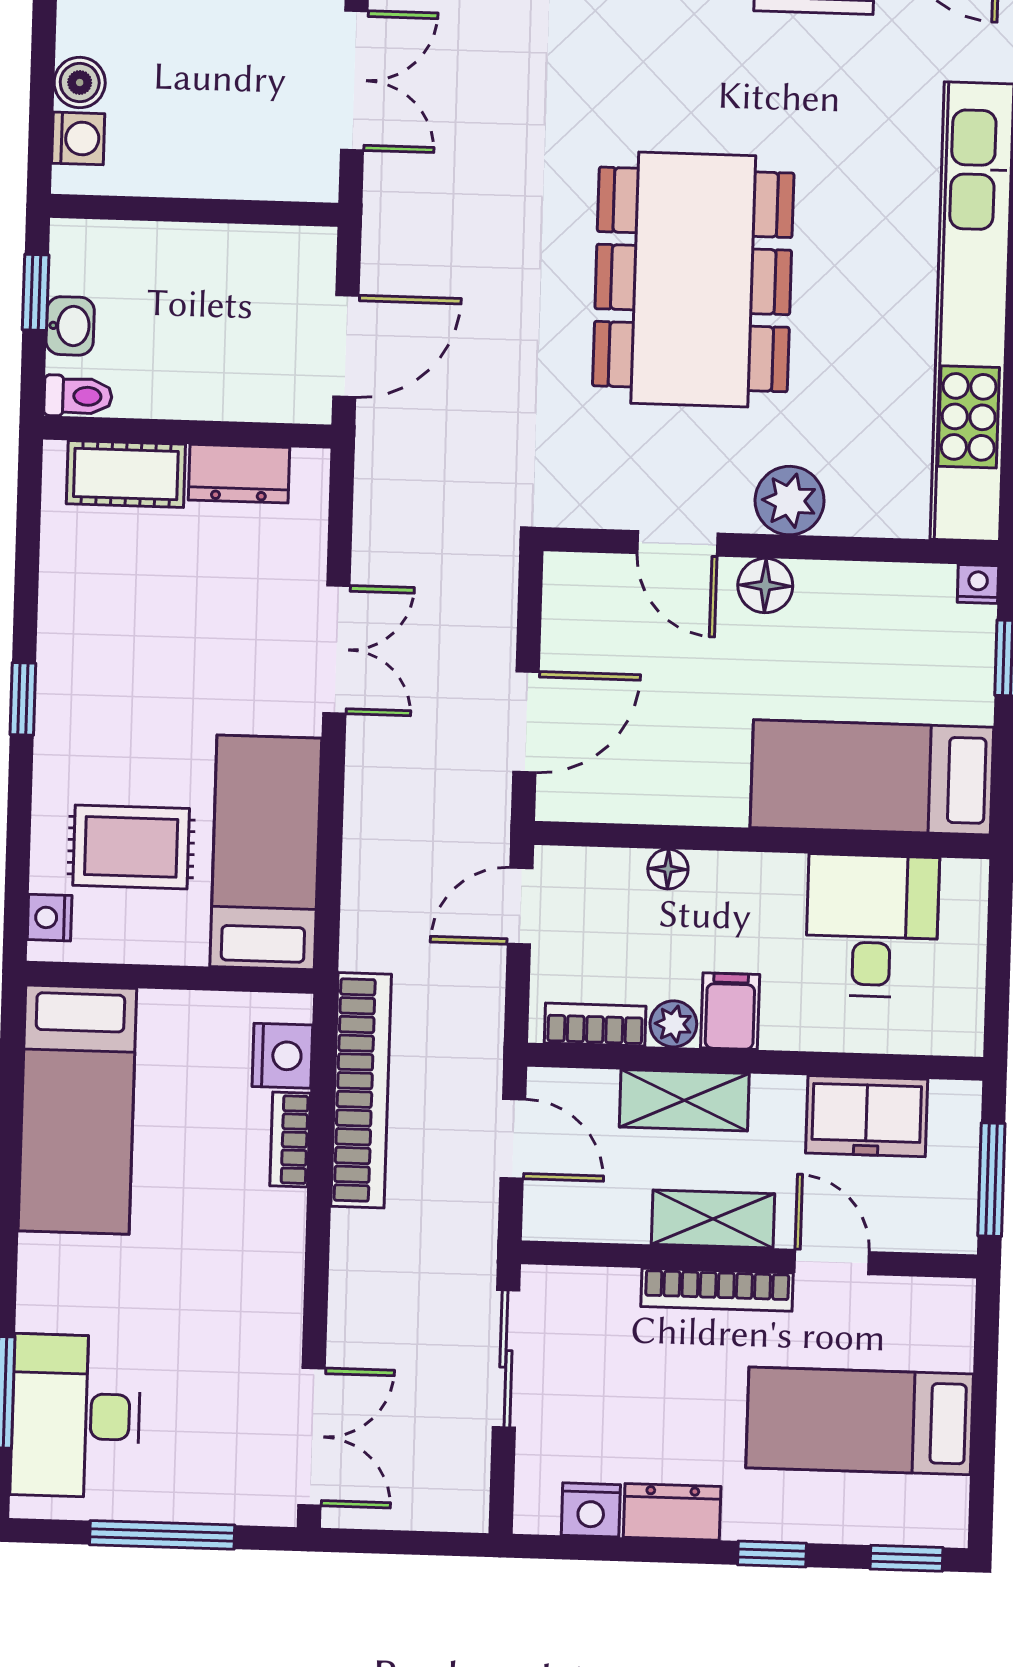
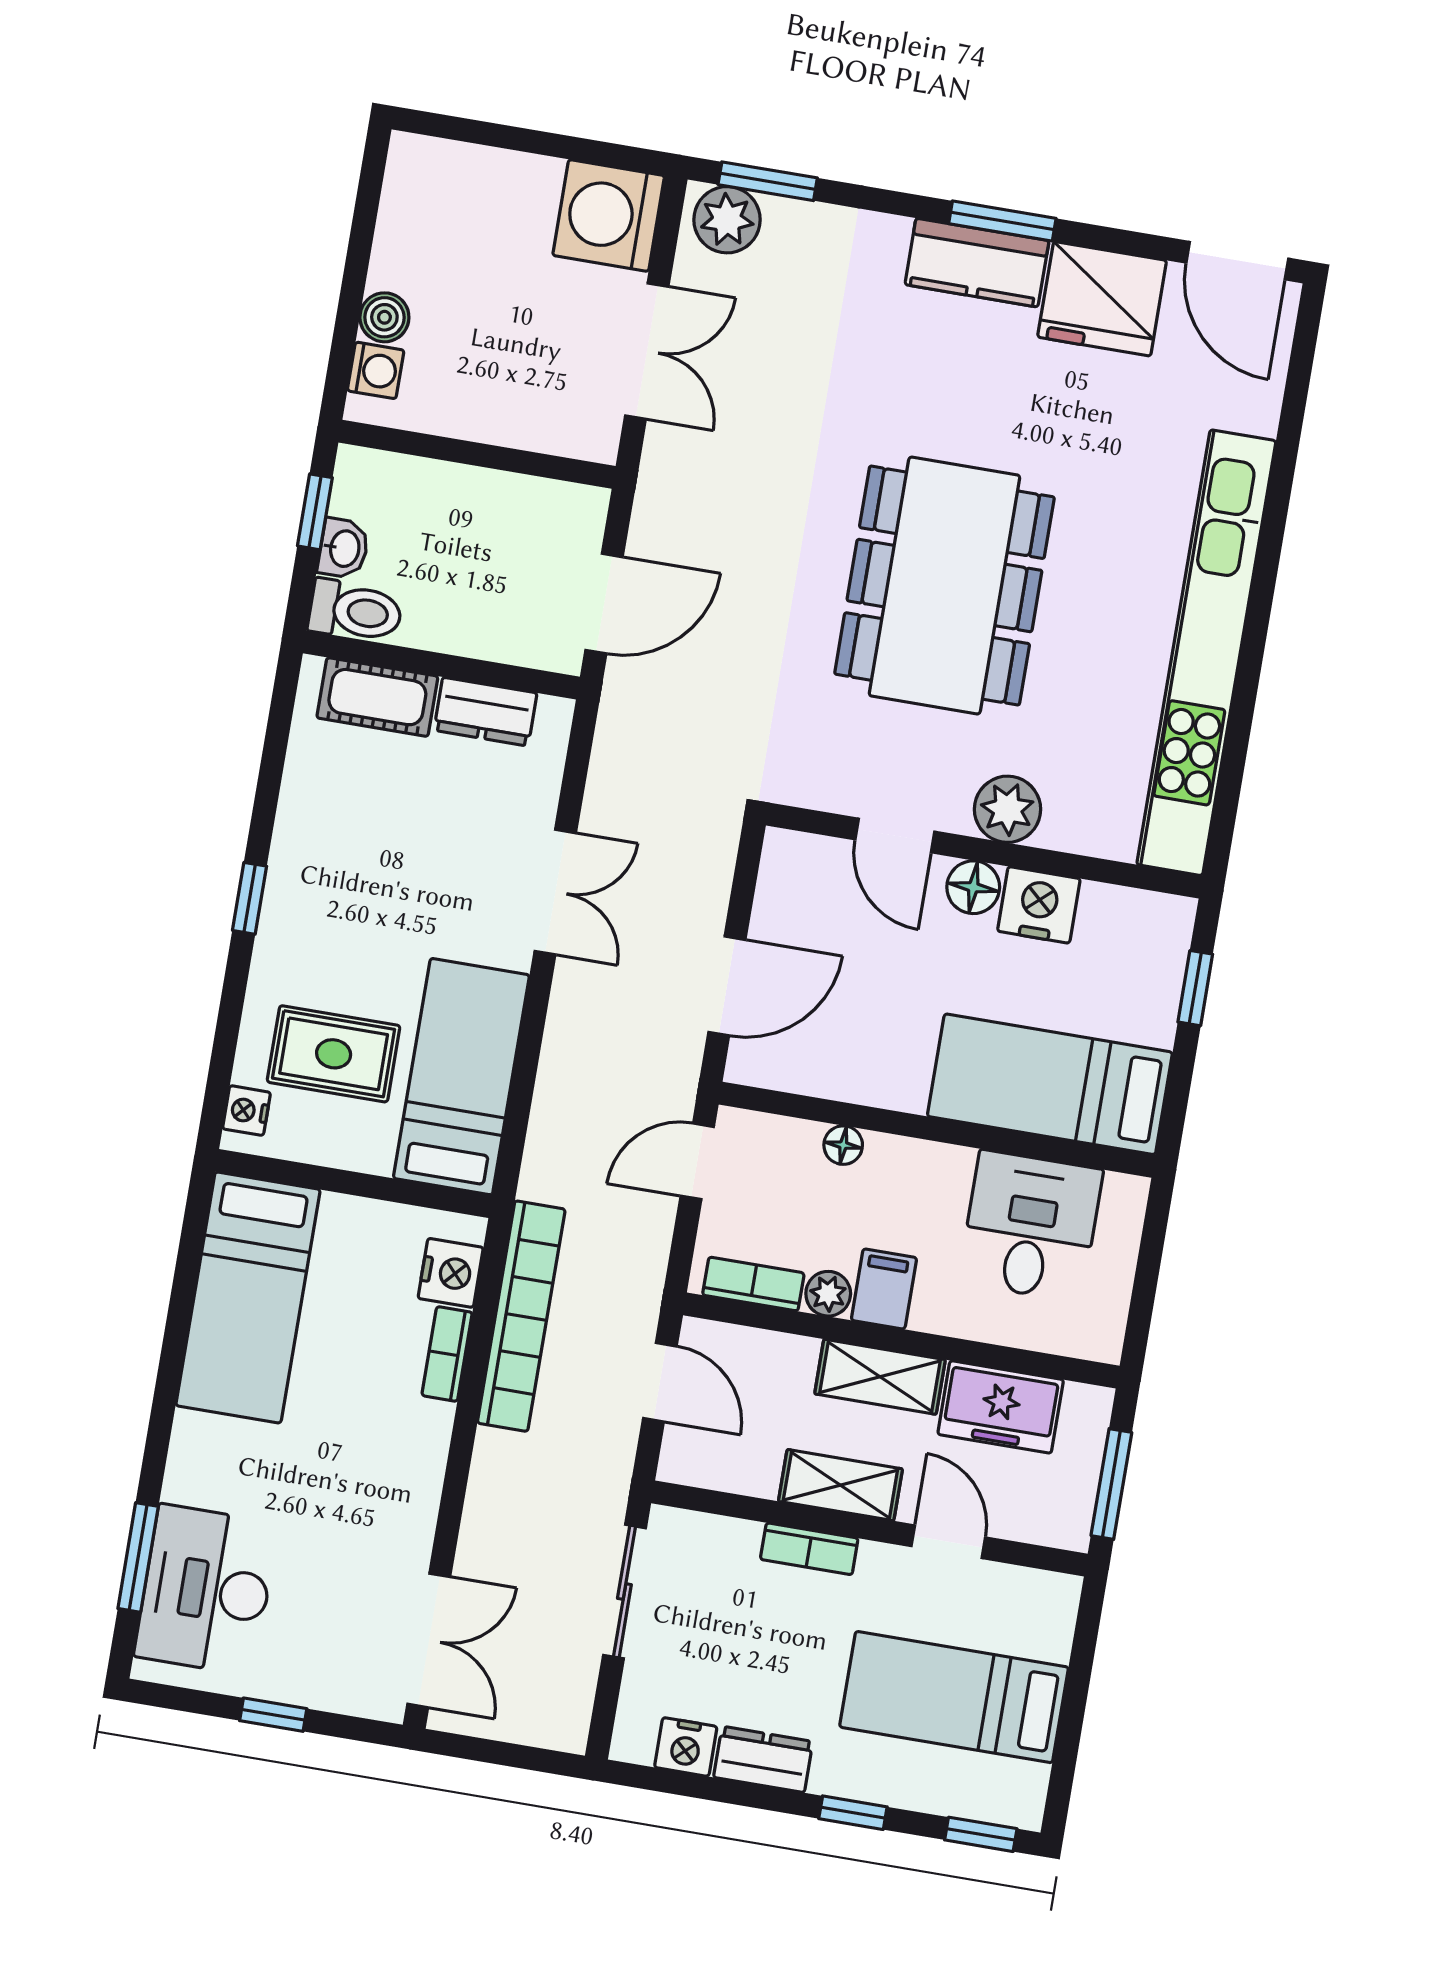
toilet: (78, 396) -> (355, 611), width x1.37, depth x1.39
nightstand: (978, 584) -> (1039, 905), moved, width x1.89, depth x1.79
shelving: (684, 1100) -> (880, 1377), moved
bookcase: (717, 1290) -> (809, 1549), width x0.64
window: (162, 1535) -> (273, 1715), width x0.46

